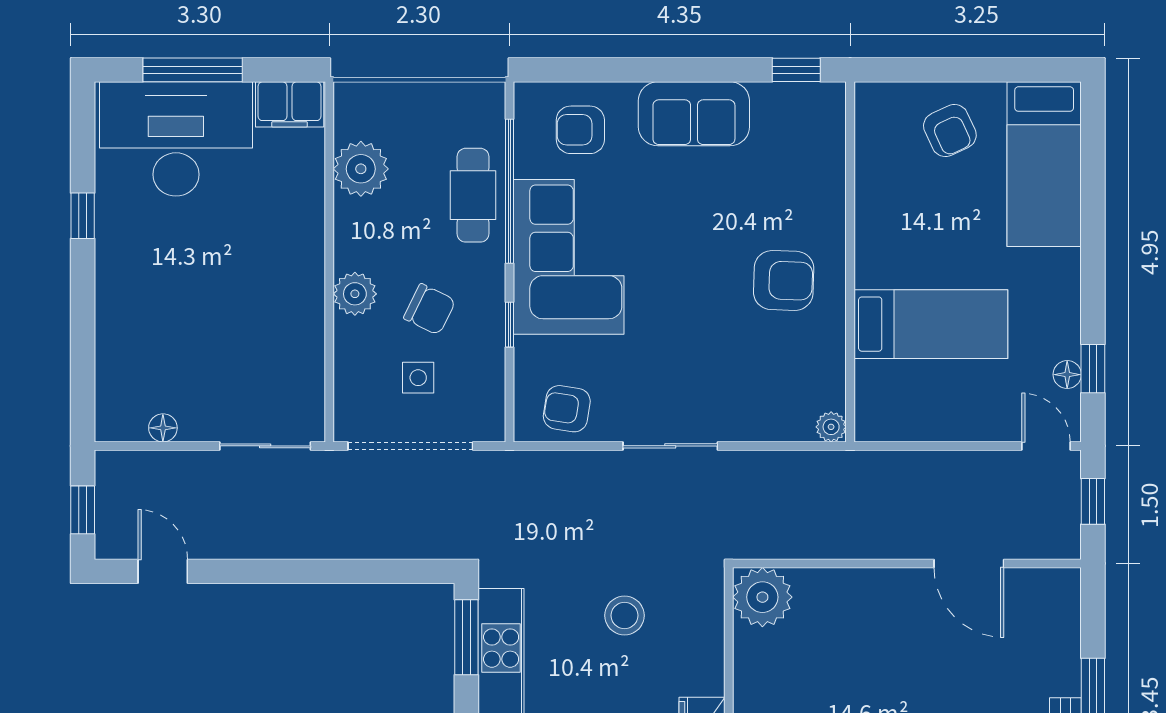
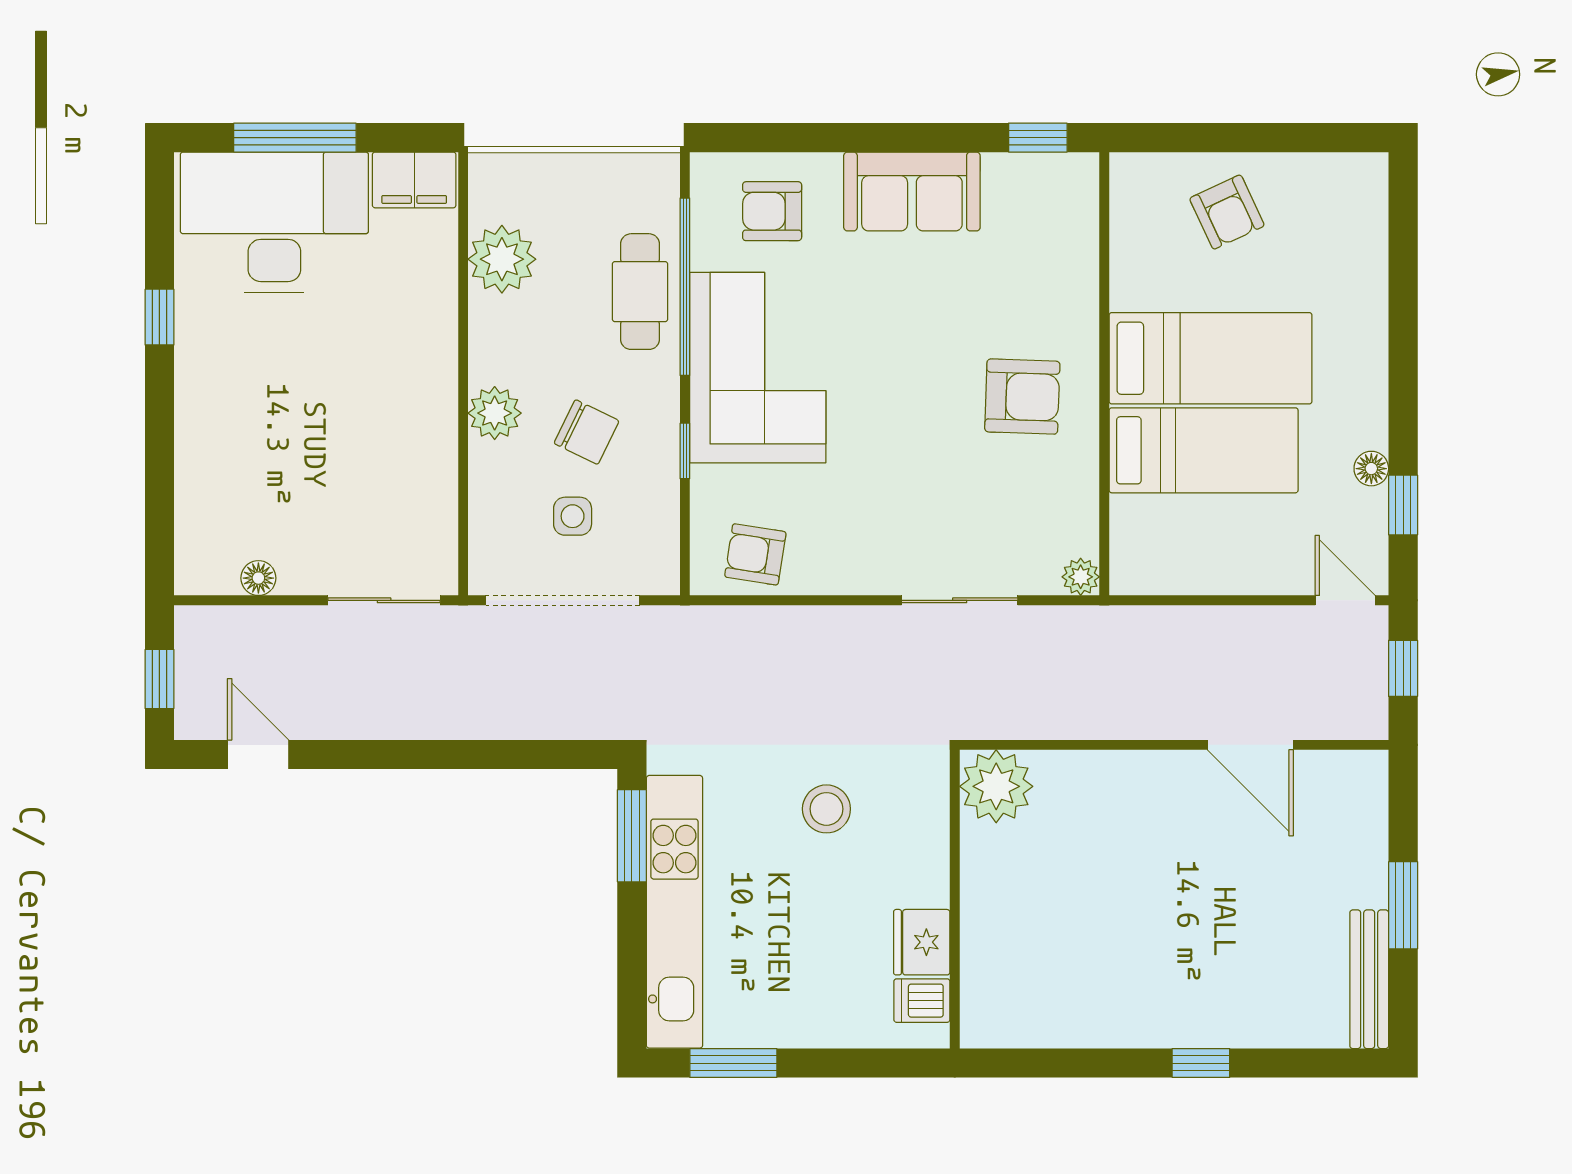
bed: (1044, 164) -> (1211, 358), moved, turned -90
floor lamp: (1067, 375) -> (1371, 469), moved
sliding door: (670, 446) -> (960, 600), moved

